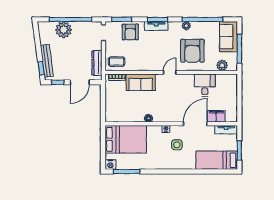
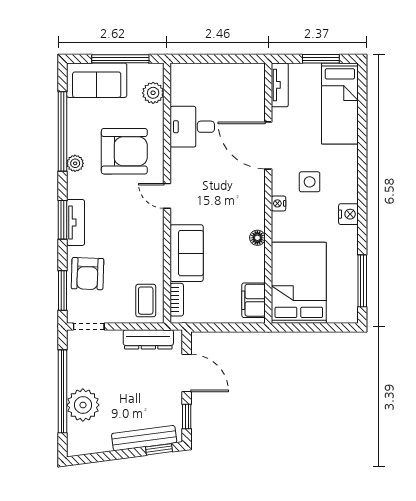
armchair: (130, 32) -> (88, 274), turned 92
filing cabinet: (216, 116) -> (254, 300), moved
nightstand: (110, 165) -> (348, 214), moved

